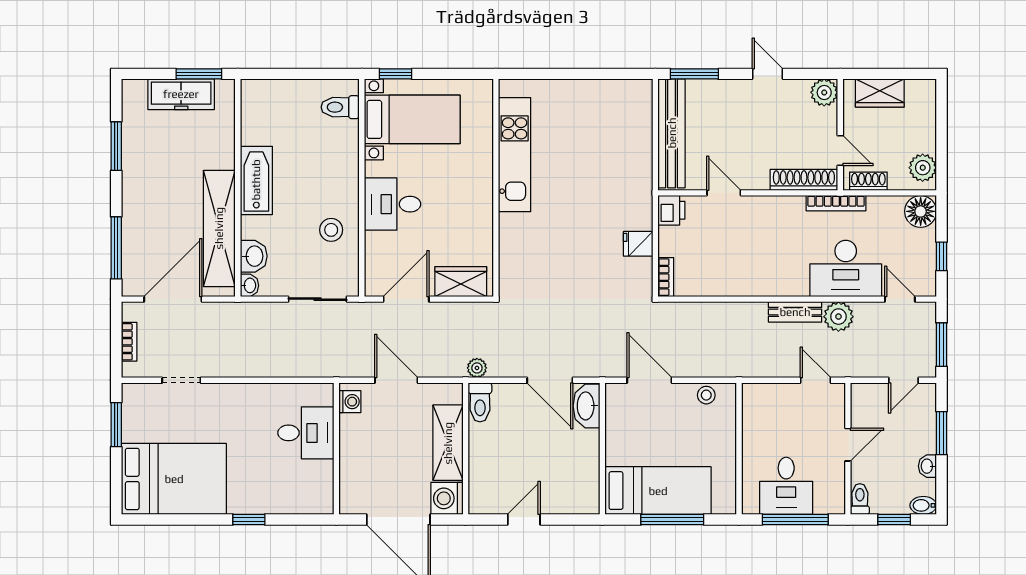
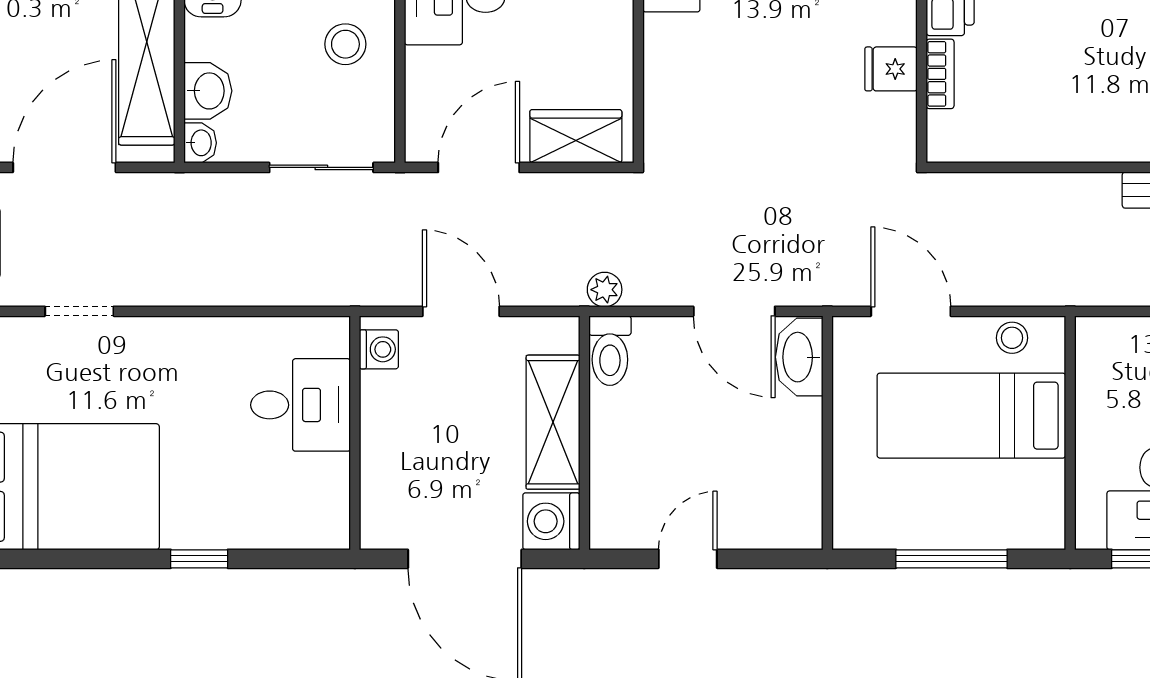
bookcase: (666, 277) -> (940, 74), moved
bed: (658, 491) -> (971, 416), moved, turned 180

